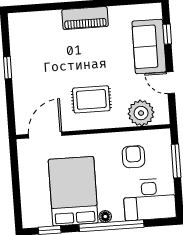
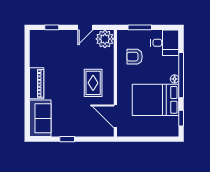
sofa: (149, 46) -> (40, 118), moved, turned -90
plant: (141, 113) -> (105, 39), moved
desk: (150, 199) -> (165, 43), width x0.73

